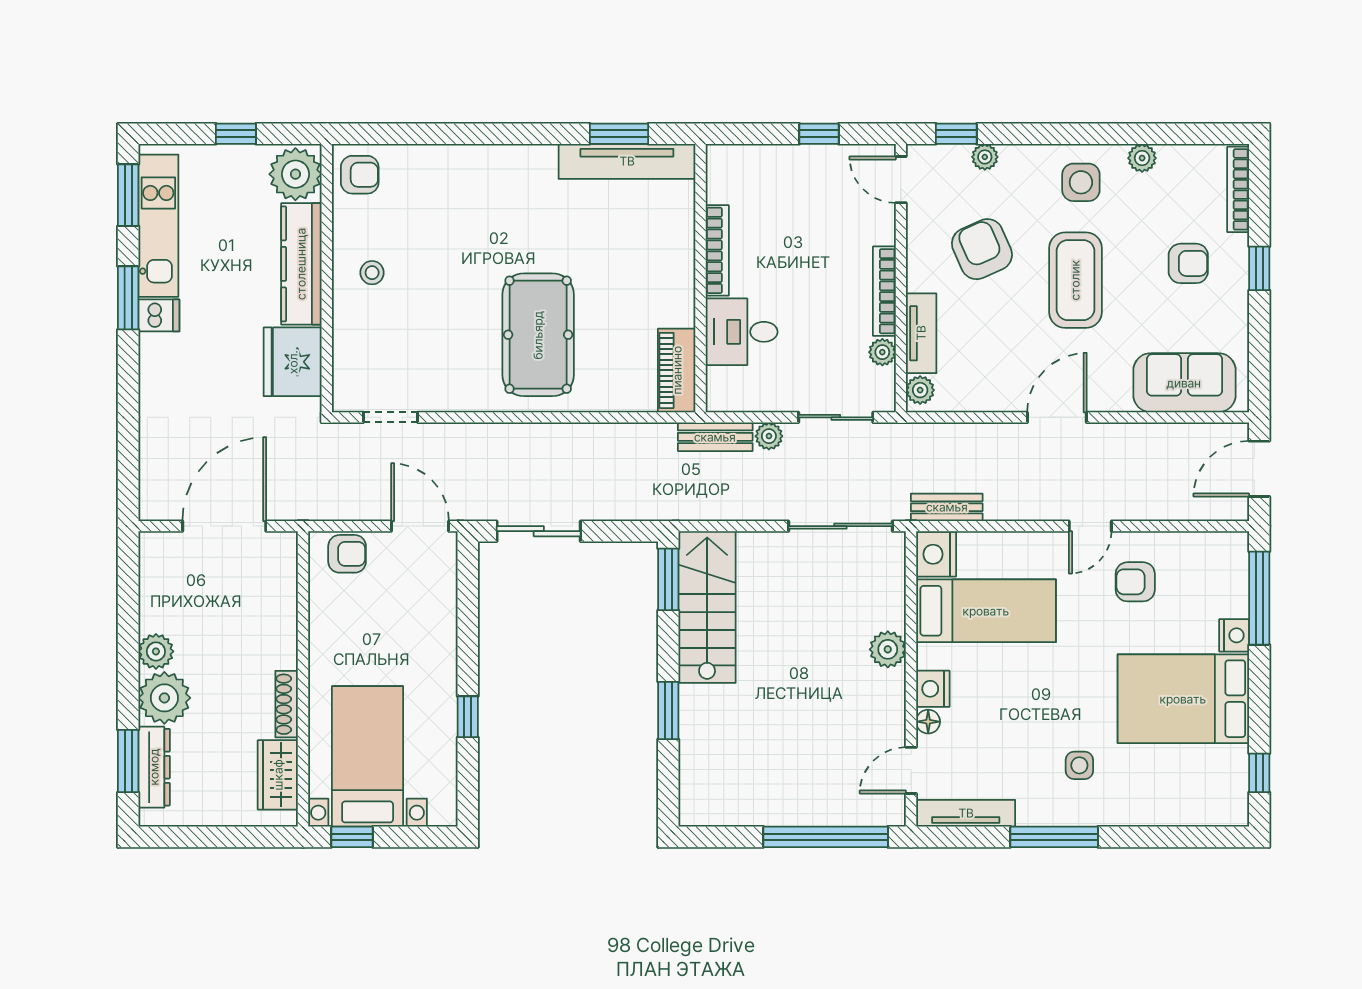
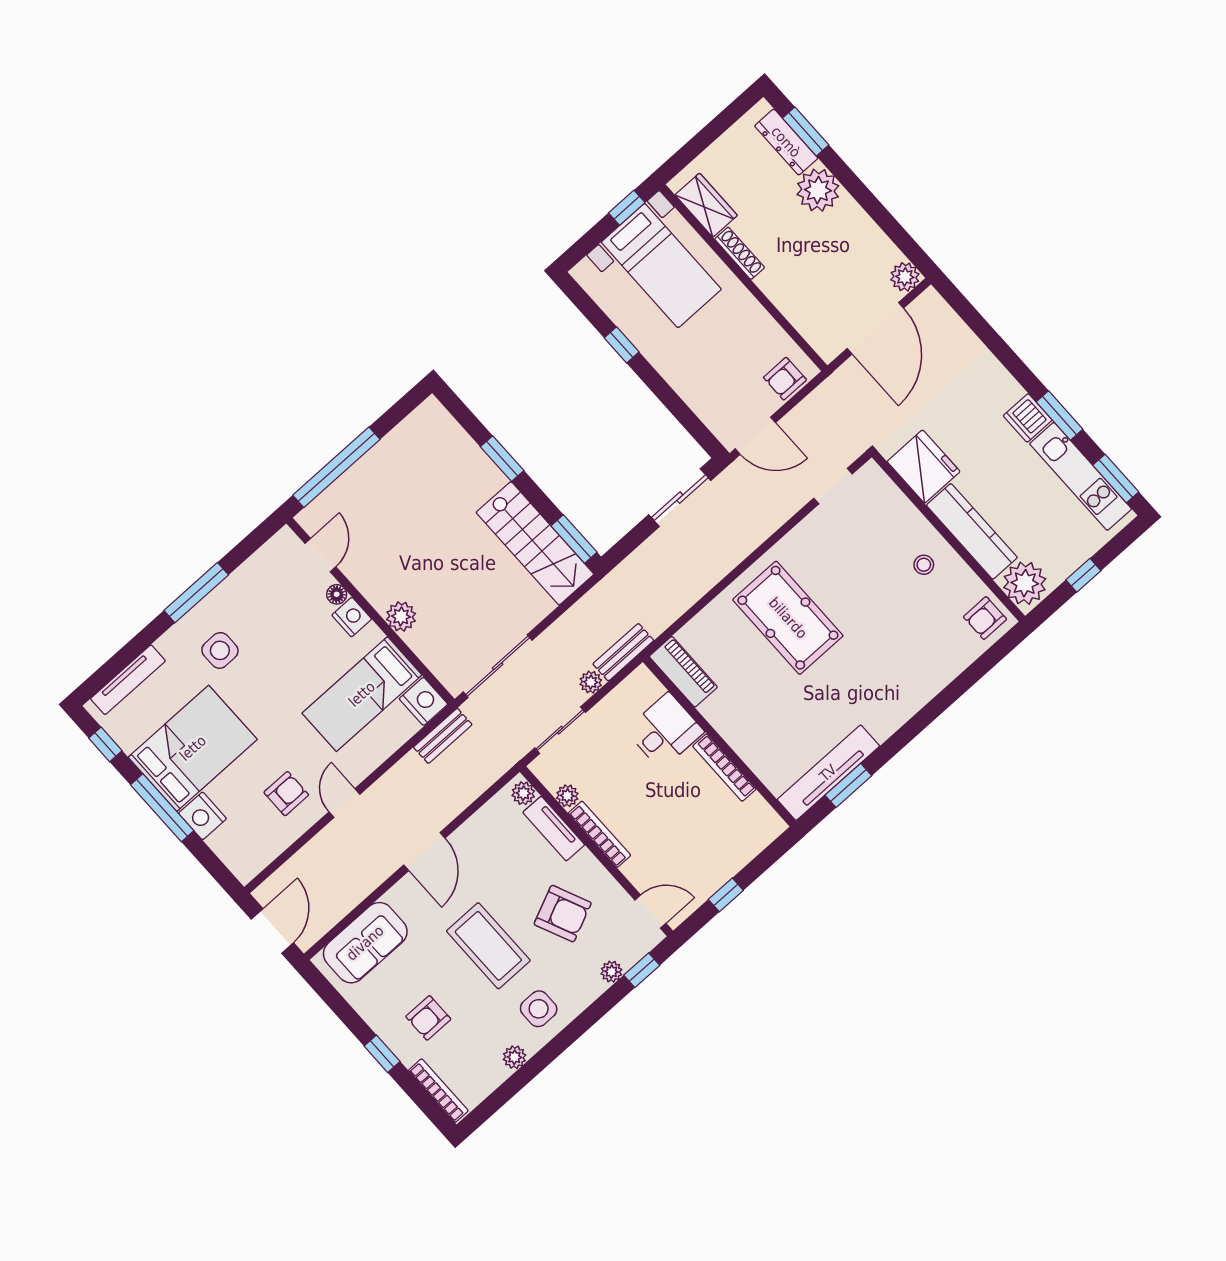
dishwasher: (159, 315) -> (1028, 418), width x1.38
window: (1259, 598) -> (162, 808), moved
nightstand: (1234, 635) -> (202, 816), width x1.36, depth x1.33
plant: (156, 651) -> (905, 277), moved
side table: (1079, 765) -> (220, 650), width x1.37, depth x1.37
tv unit: (966, 813) -> (128, 680), moved

